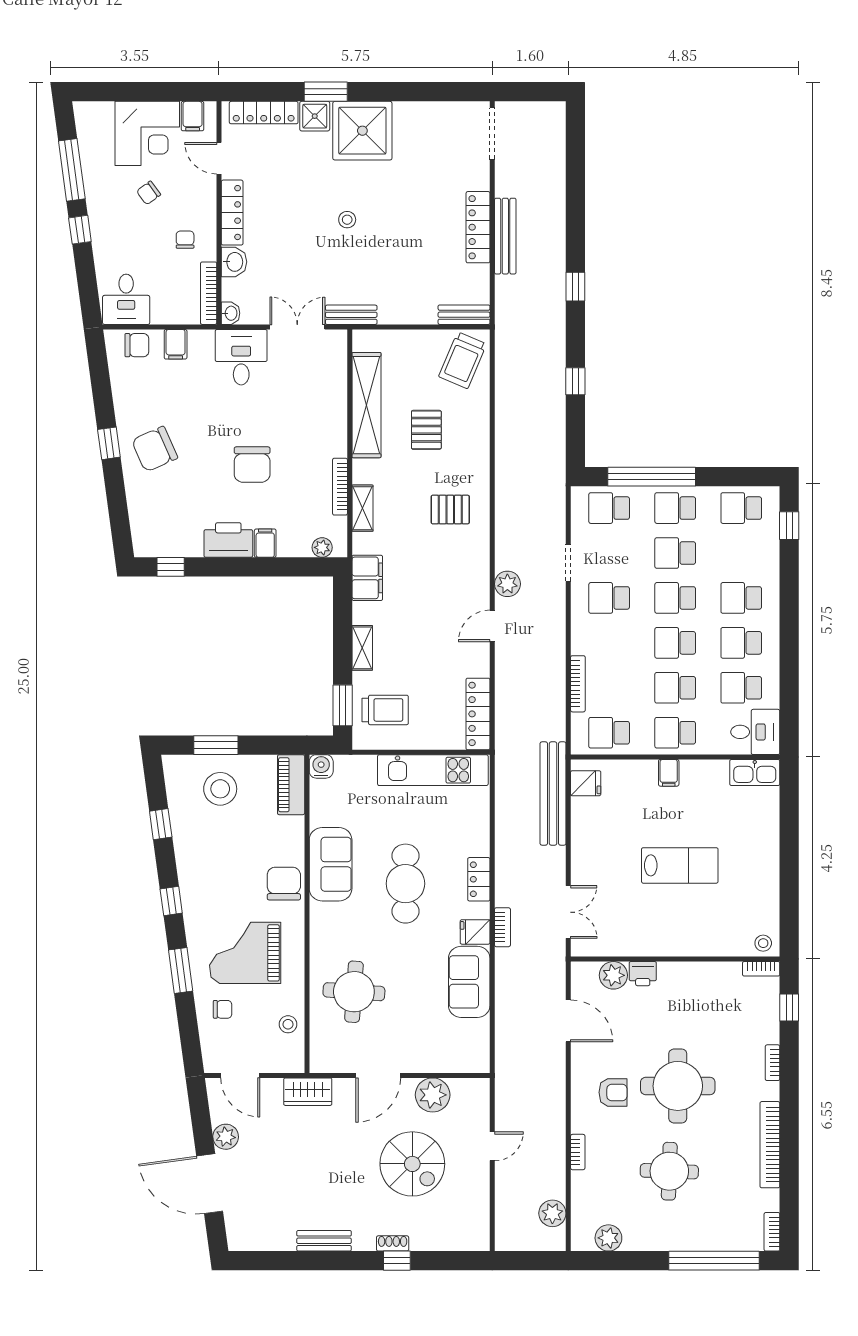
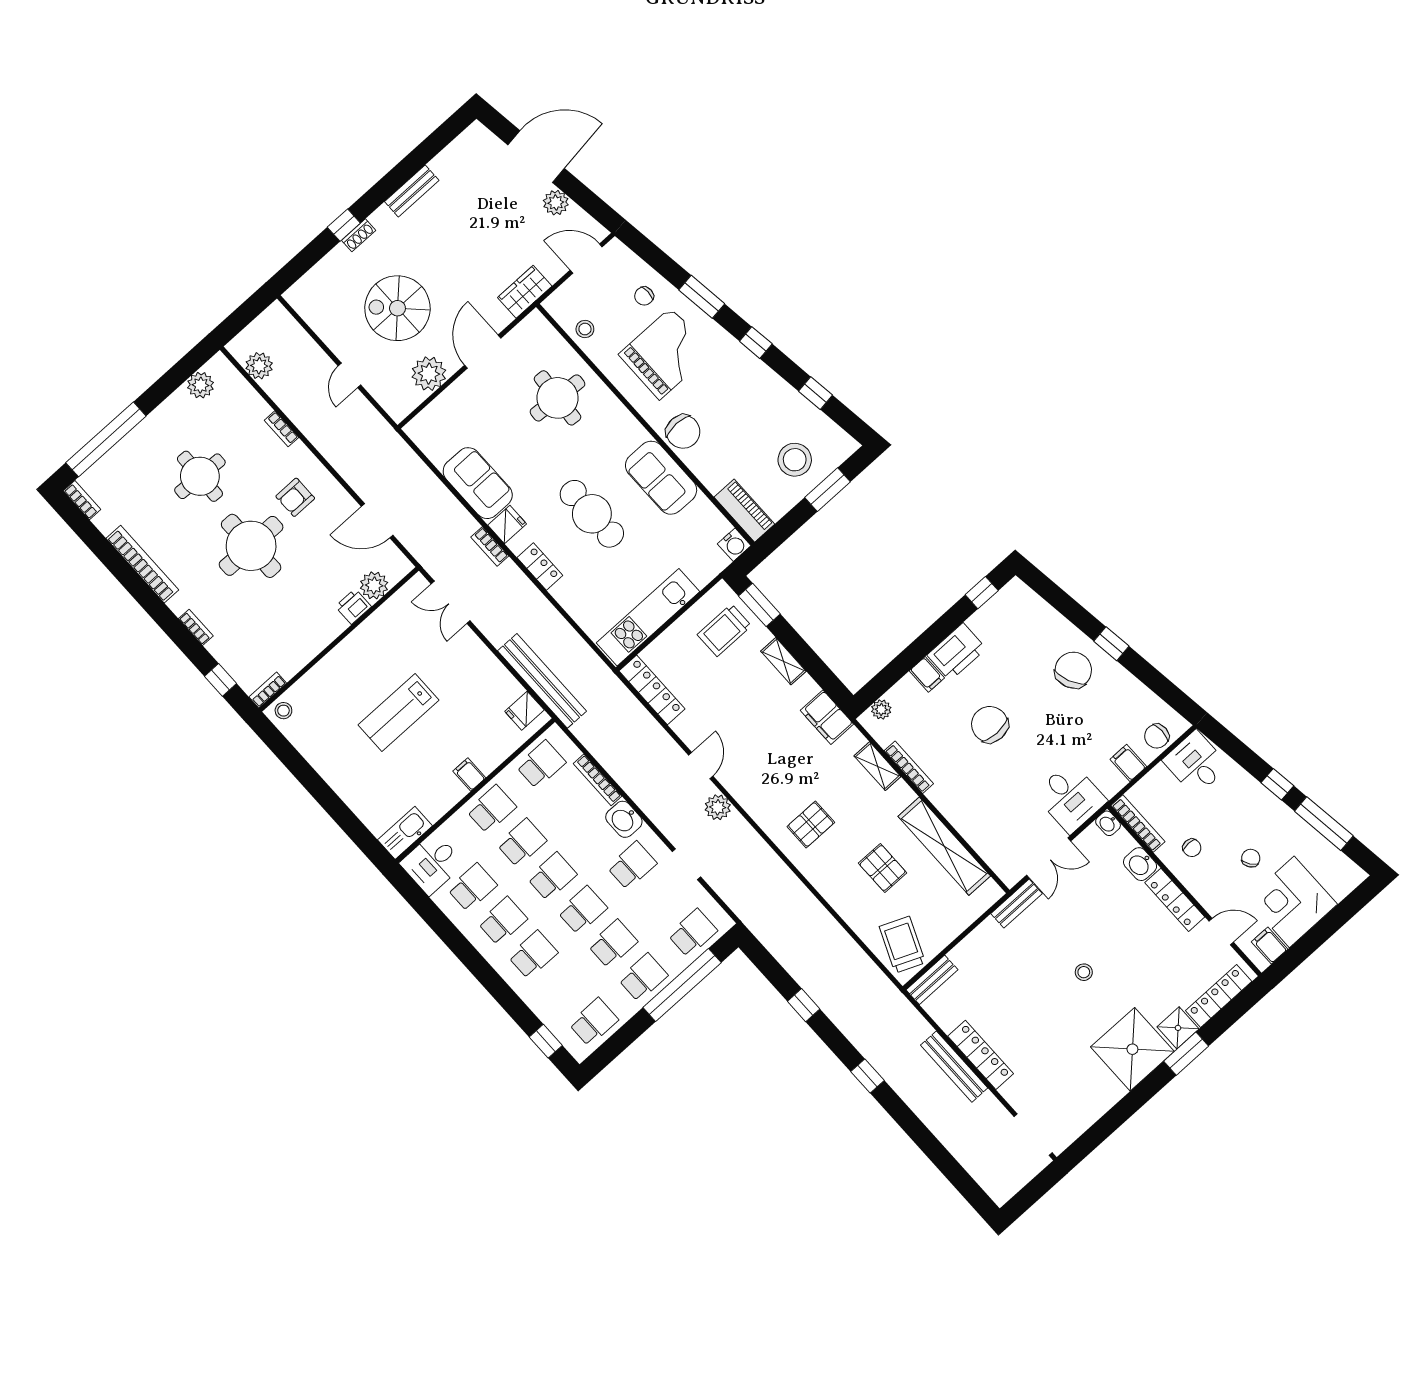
washbasin: (584, 637) -> (624, 819), added

